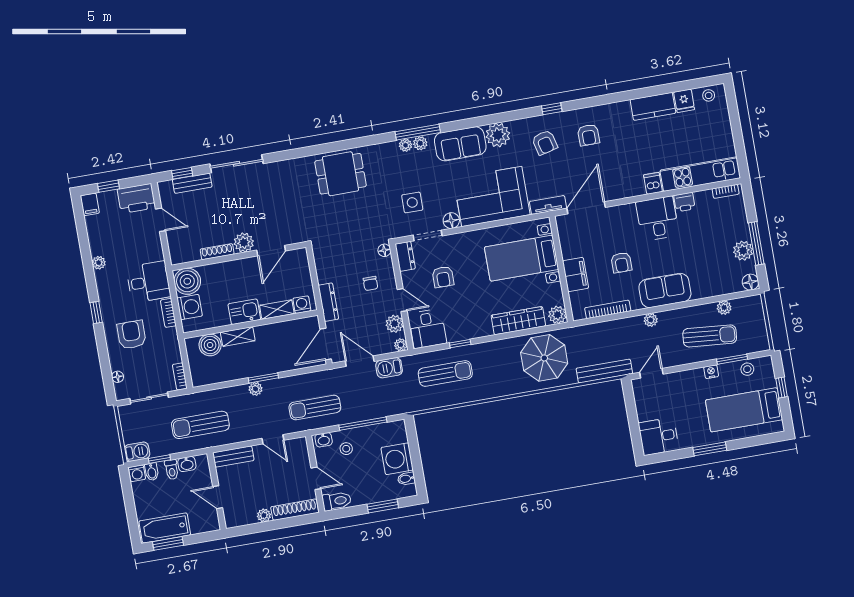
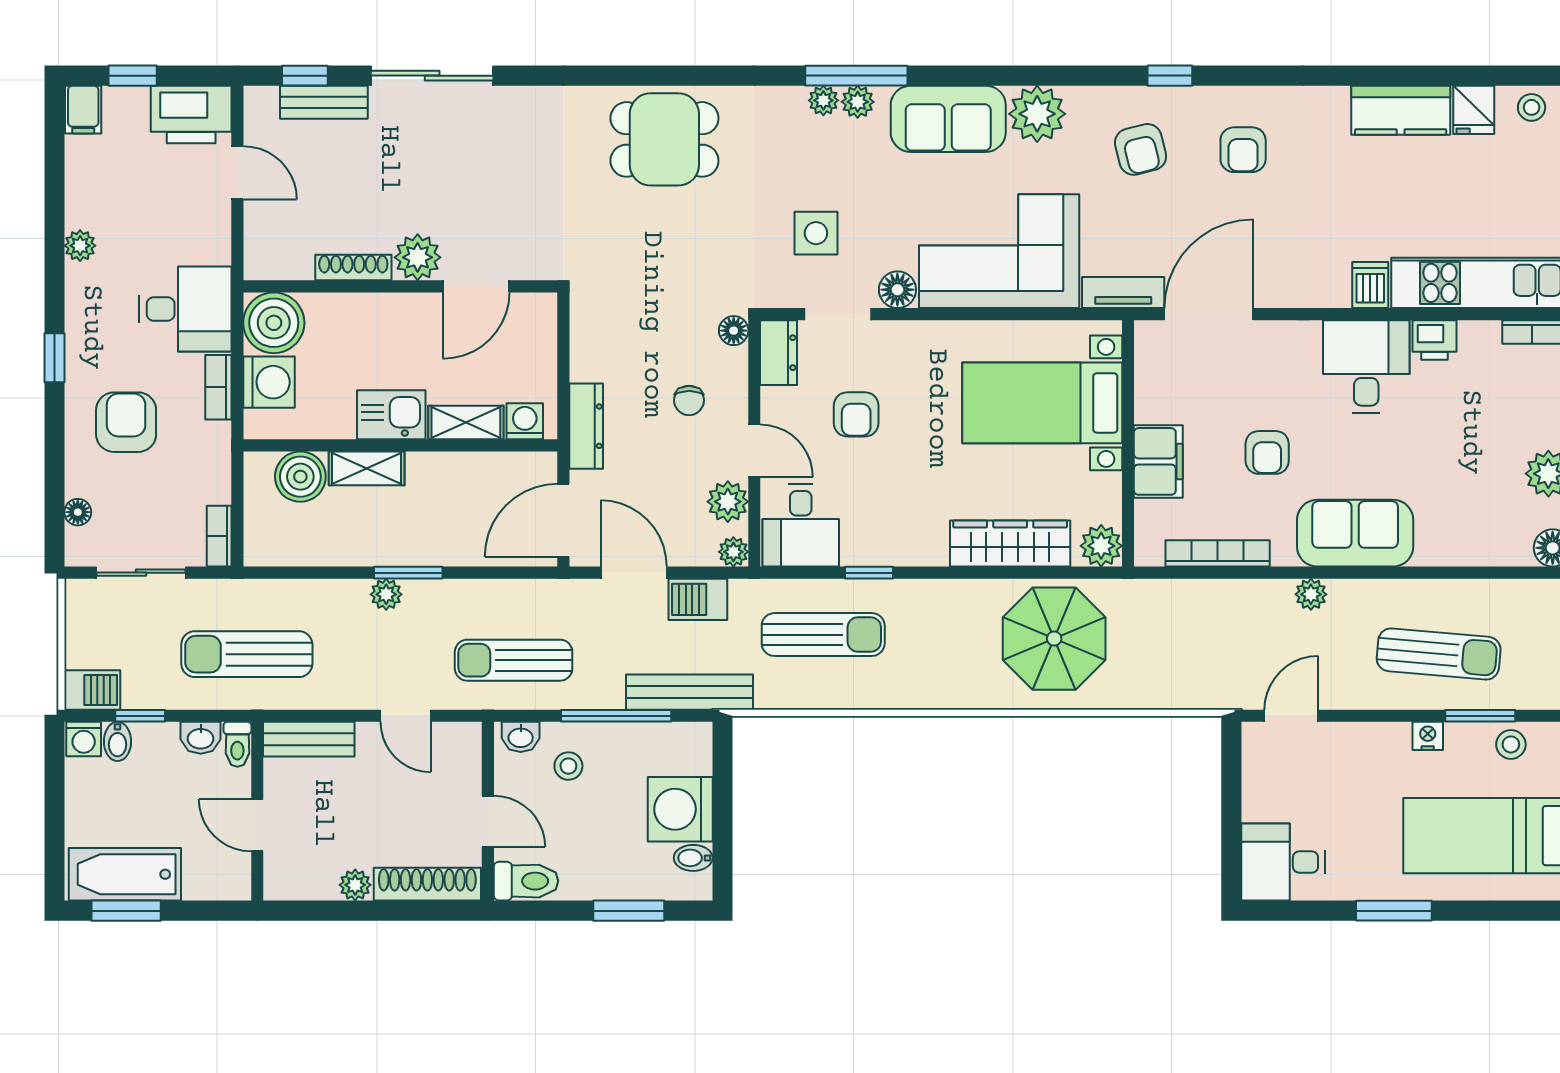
plant: (724, 308) -> (1483, 595), removed
bench: (604, 371) -> (689, 692), moved
toilet: (172, 470) -> (237, 744), moved

